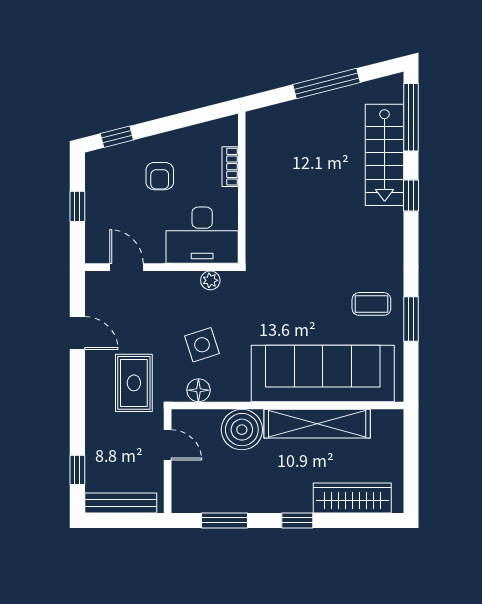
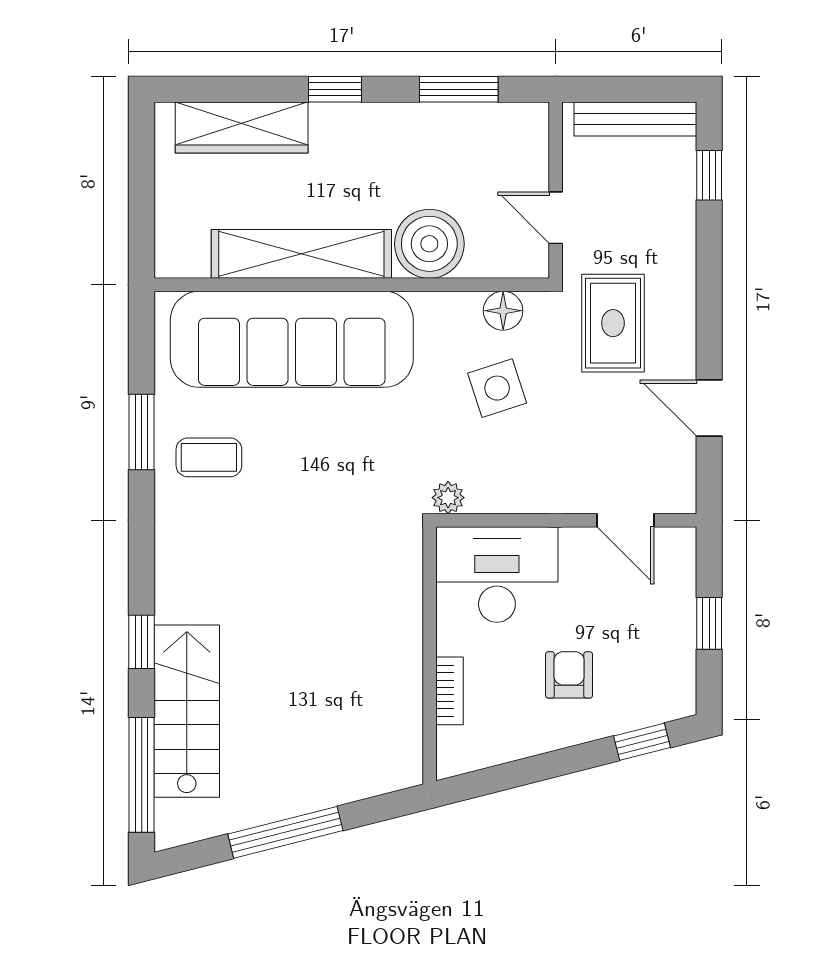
plant: (210, 280) -> (448, 498), moved

